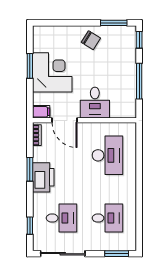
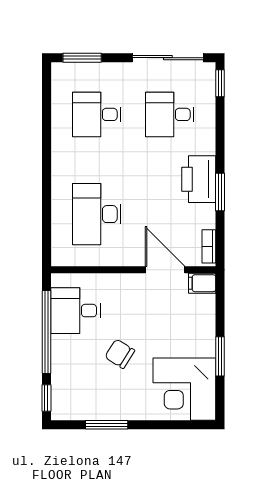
window: (114, 23) -> (107, 425), moved
chair: (91, 40) -> (120, 354), moved
corner desk: (52, 72) -> (184, 389), moved
window: (139, 81) -> (46, 332), width x1.46
desk: (95, 103) -> (76, 311), moved, turned -90
window: (30, 226) -> (220, 83), moved

